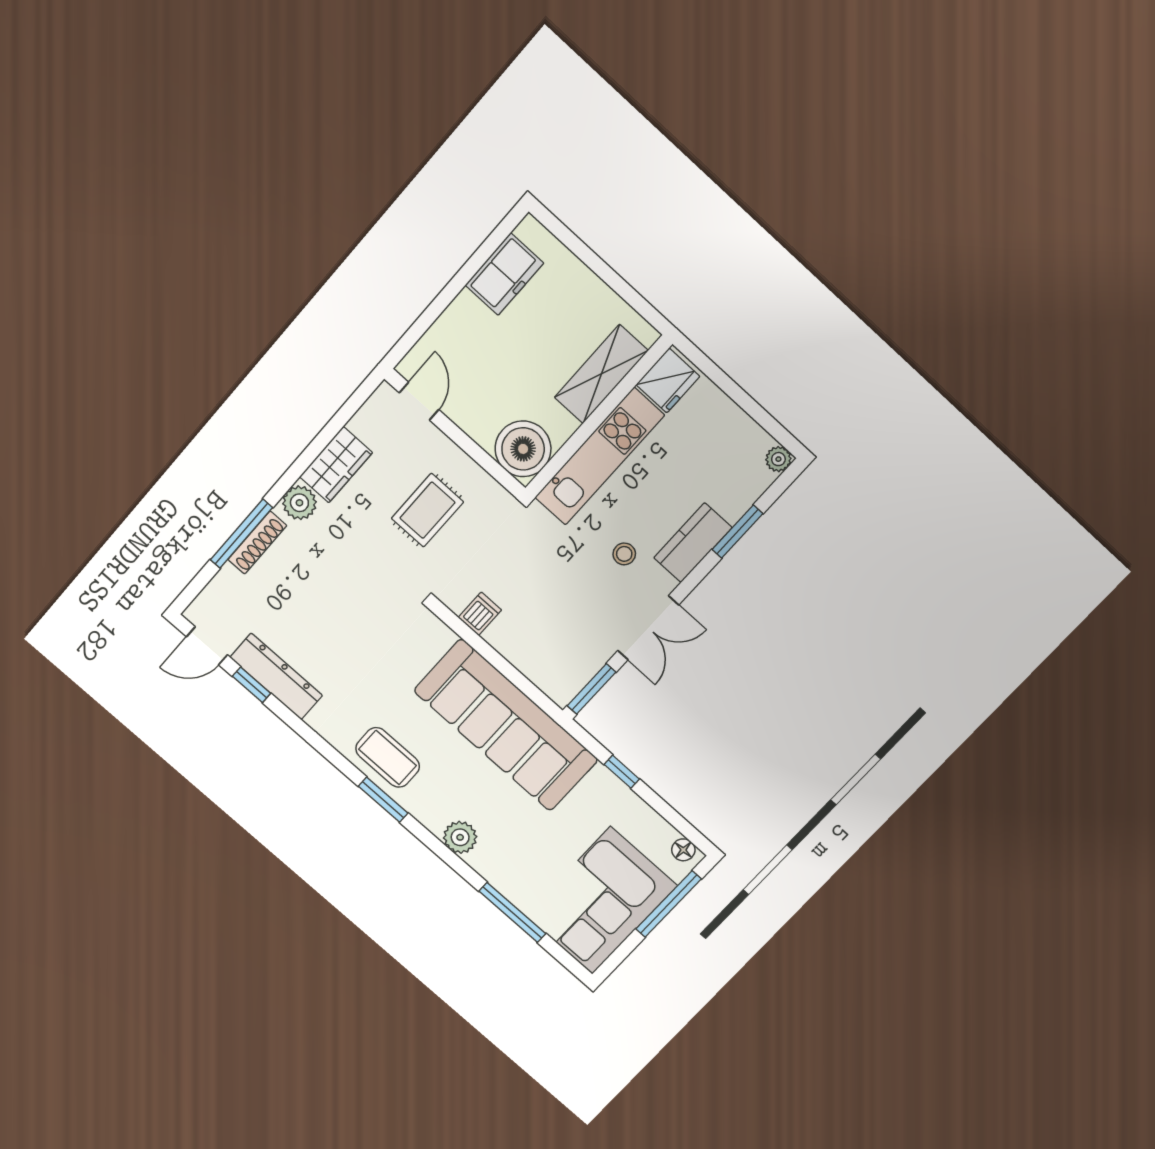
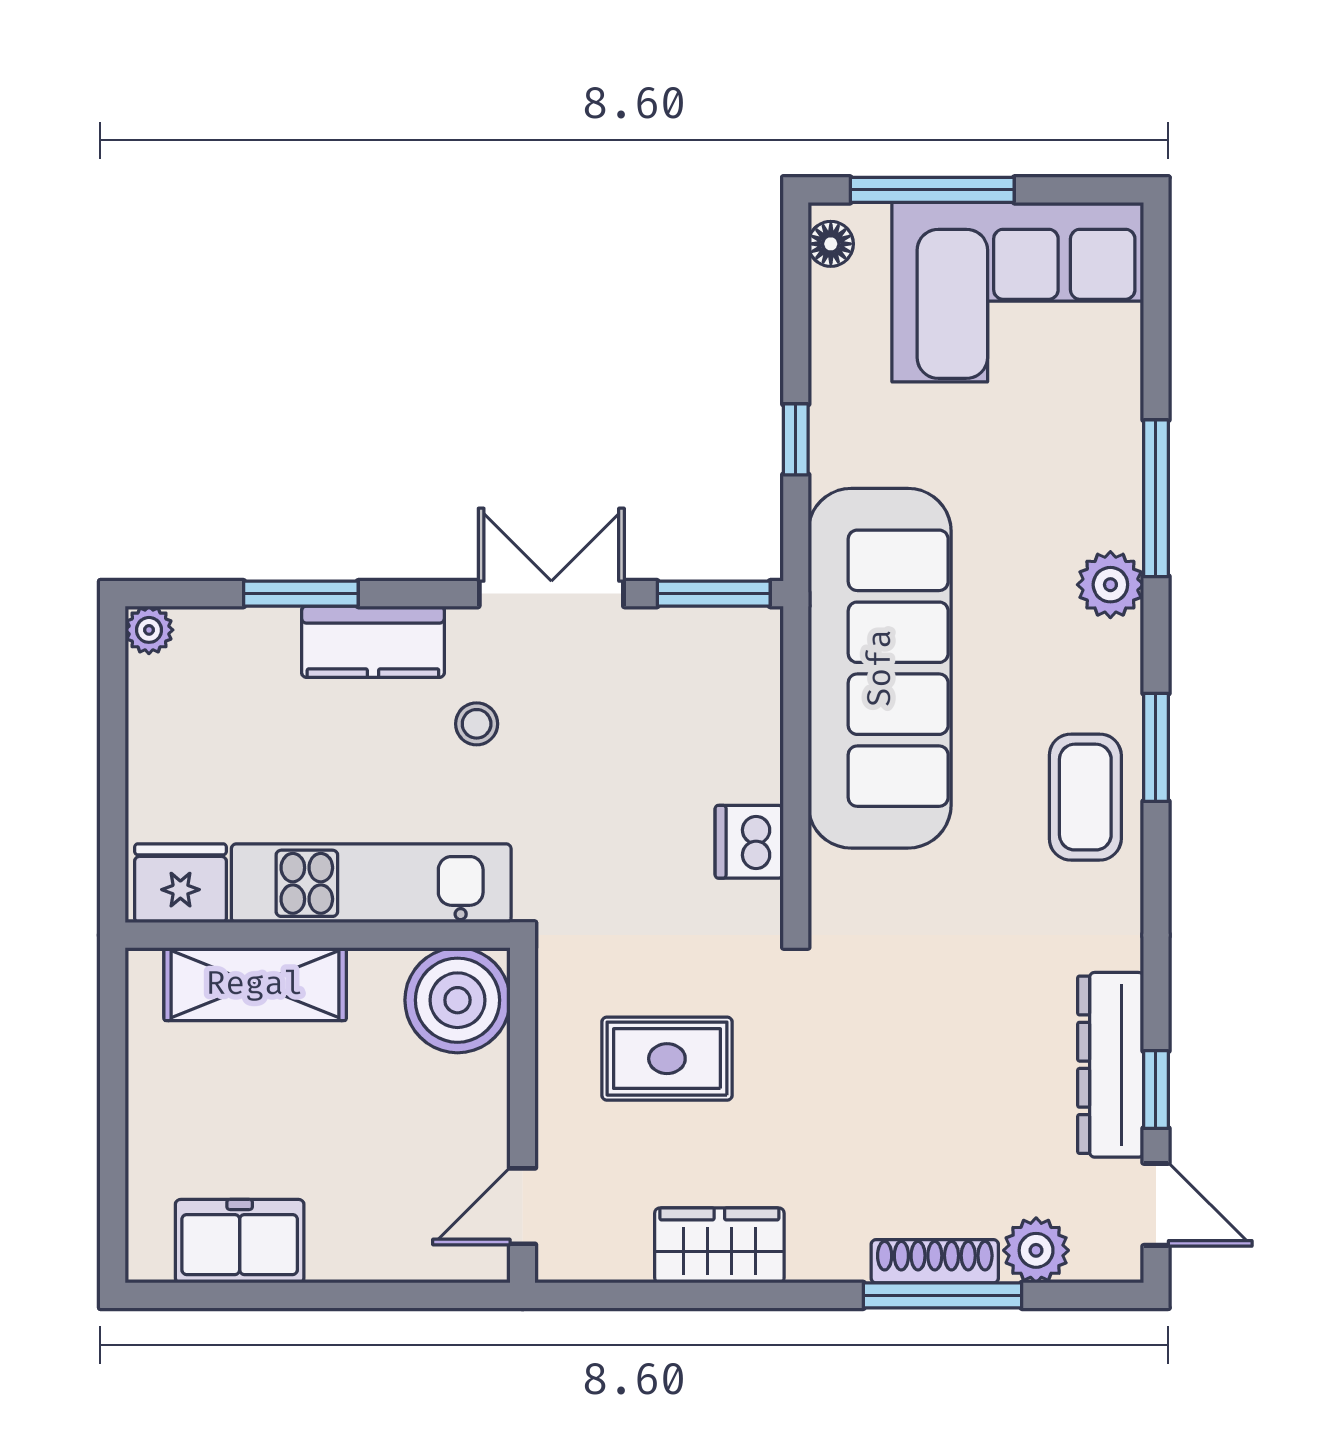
plant: (299, 503) -> (1036, 1250), moved
dishwasher: (480, 614) -> (749, 842), width x1.38
window: (512, 913) -> (1156, 498), moved

